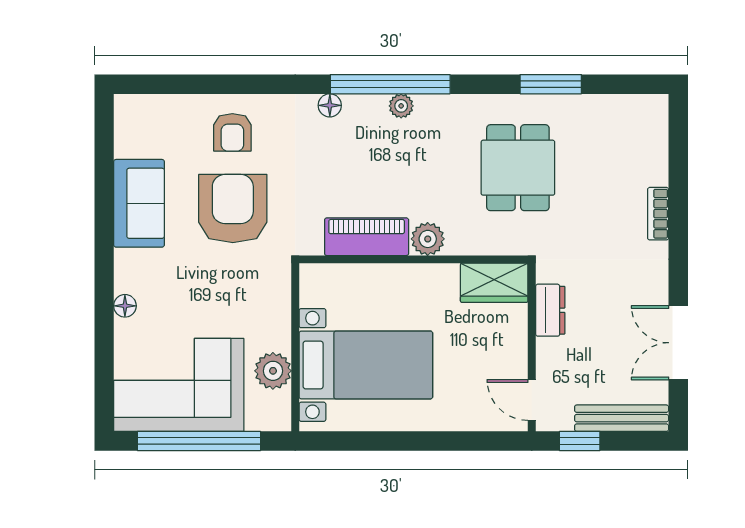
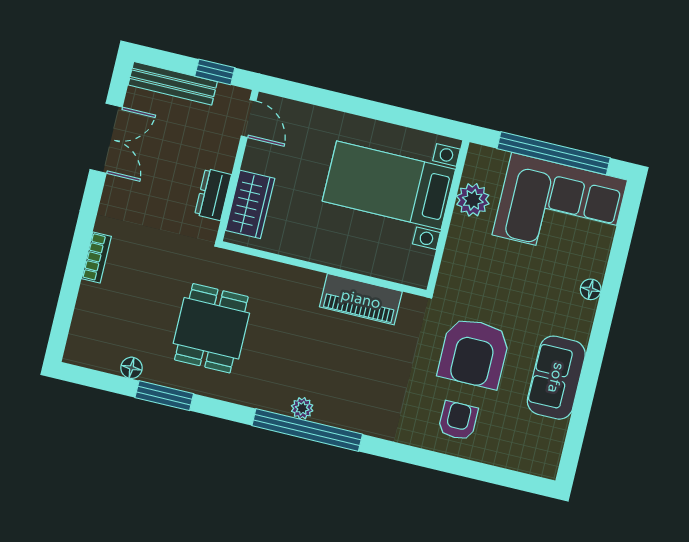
floor lamp: (330, 105) -> (132, 368), moved
plant: (428, 239) -> (307, 284), removed
wardrobe: (494, 283) -> (250, 204), moved, turned 90

